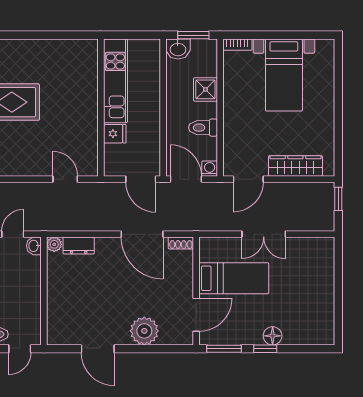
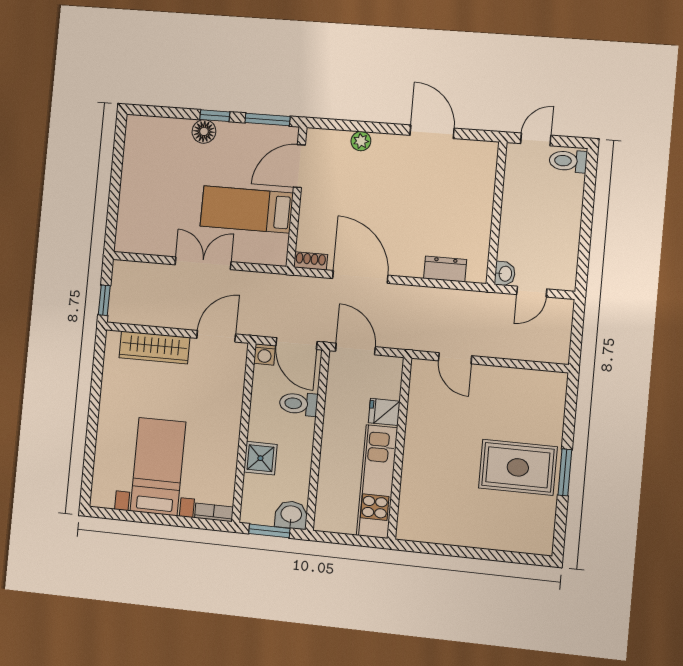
toilet: (203, 128) -> (298, 404), moved, turned 180
plant: (54, 244) -> (477, 273), removed
plant: (144, 331) -> (361, 141), width x0.53, depth x0.53

